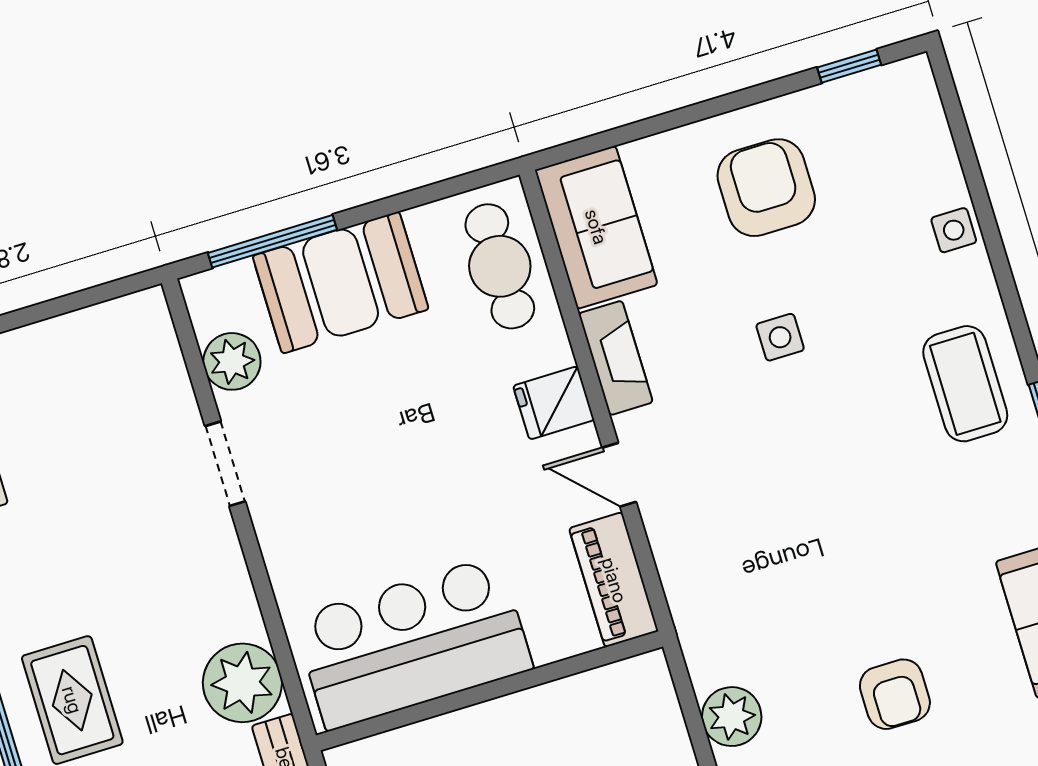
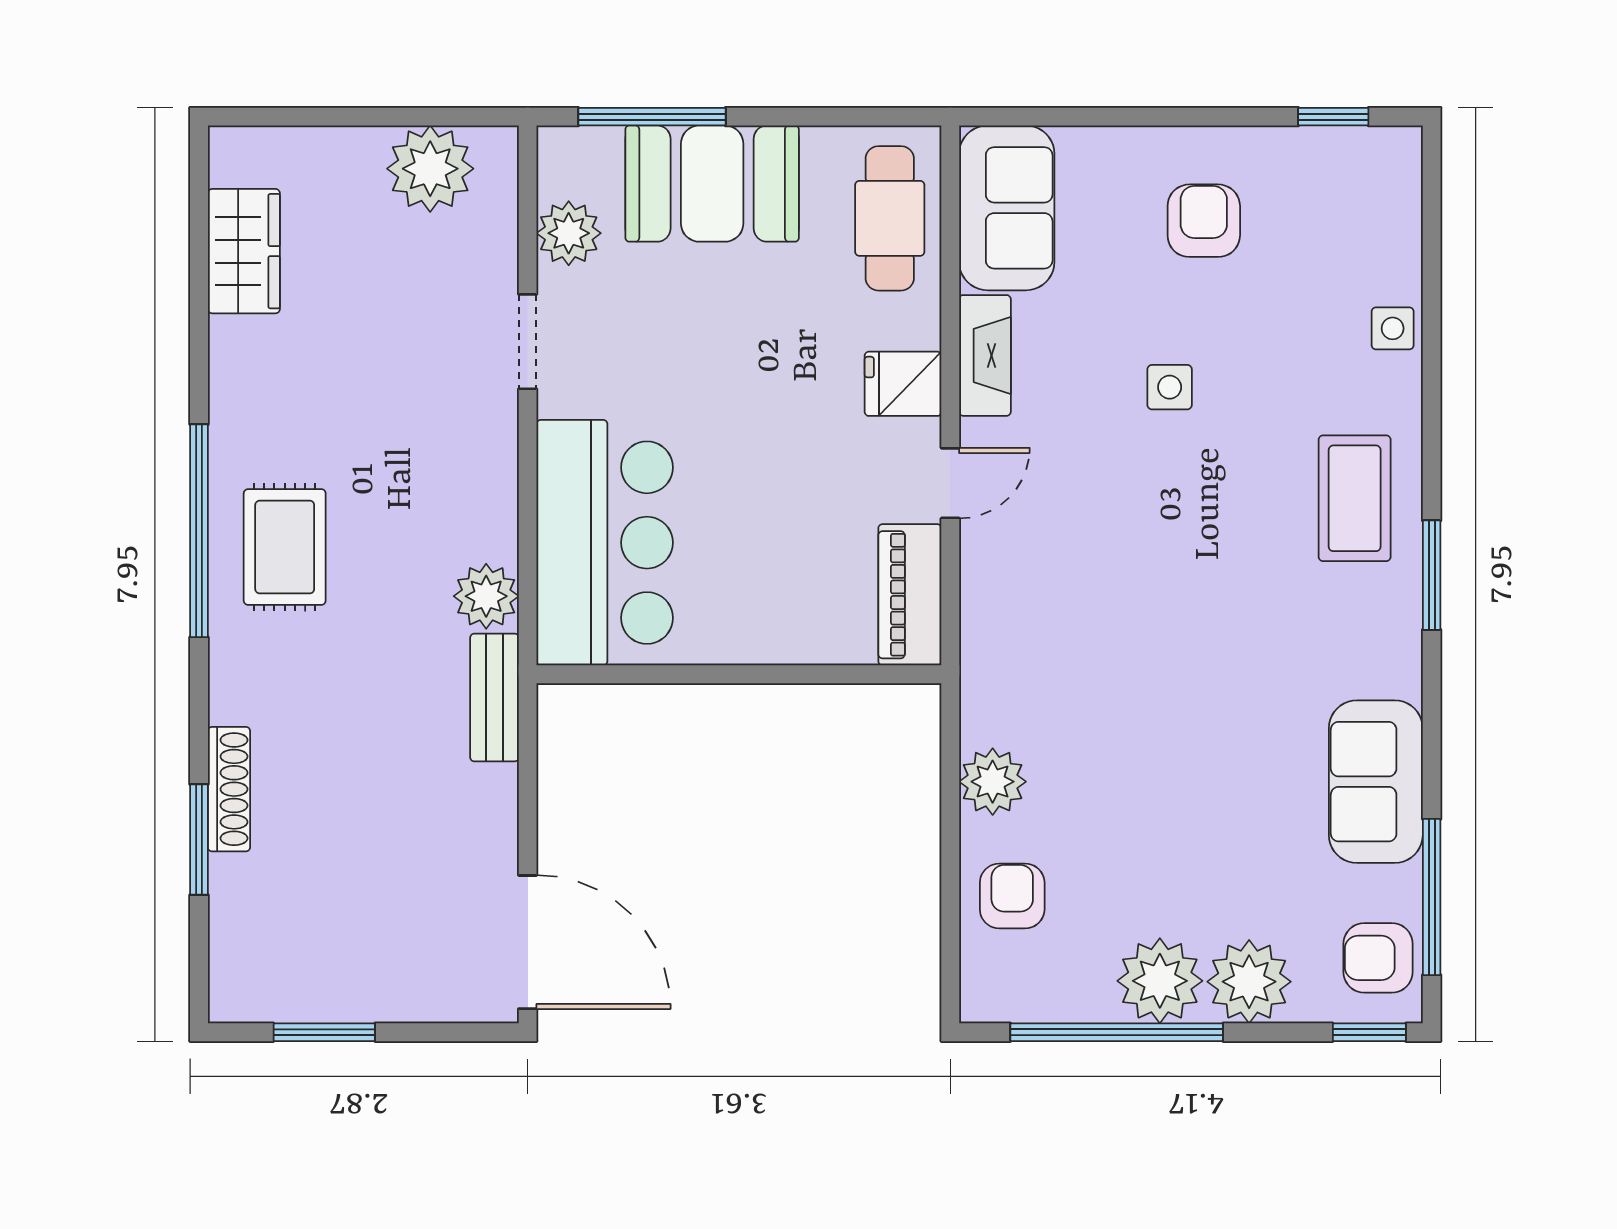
armchair: (766, 188) -> (1204, 221), width x0.72, depth x0.72
plant: (98, 342) -> (430, 169), added
door: (619, 475) -> (950, 483), swing flipped
bar counter: (413, 643) -> (605, 543), moved, turned 90
plant: (242, 683) -> (486, 596), width x0.73, depth x0.73
armchair: (895, 694) -> (1176, 811), removed

